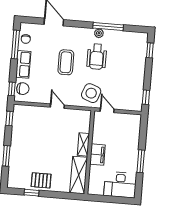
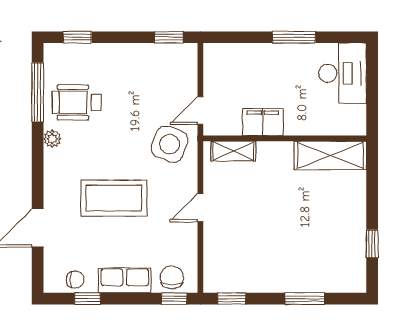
window: (108, 26) -> (38, 92), moved
window: (15, 45) -> (87, 299), width x0.46
wheelchair: (97, 57) -> (77, 102), moved, turned 180
coffee table: (66, 62) -> (114, 198), width x1.36, depth x1.32
shelving: (83, 144) -> (233, 151), moved
filing cabinet: (97, 155) -> (263, 122), moved
pallet: (41, 180) -> (347, 227), removed

